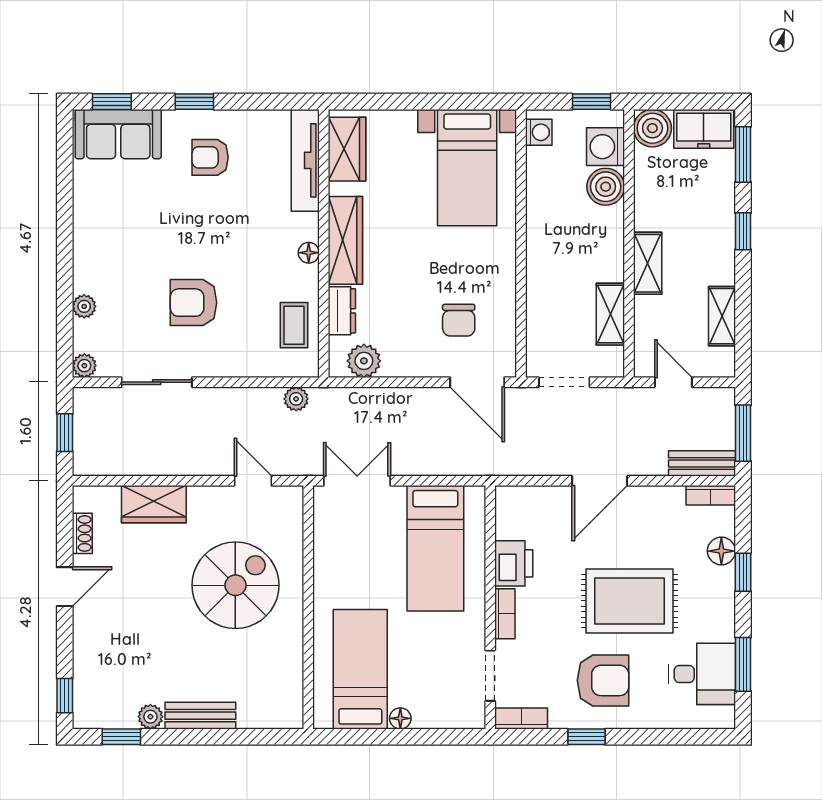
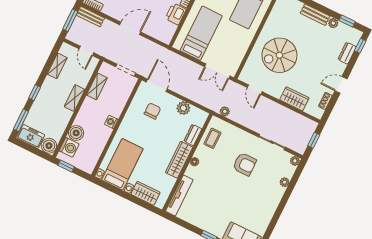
washing machine: (539, 132) -> (111, 122), moved
wardrobe: (347, 149) -> (145, 193), moved, turned 90
armchair: (210, 157) -> (213, 213), removed
plant: (364, 361) -> (183, 108), moved
dresser: (86, 665) -> (347, 53), added

